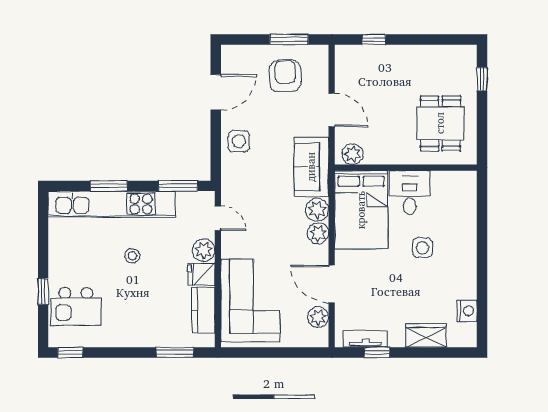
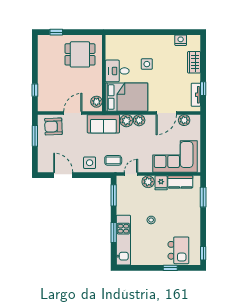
armchair: (285, 76) -> (53, 126), moved
coffee table: (243, 185) -> (113, 160), added
kitchen unit: (112, 204) -> (123, 240), width x0.73

